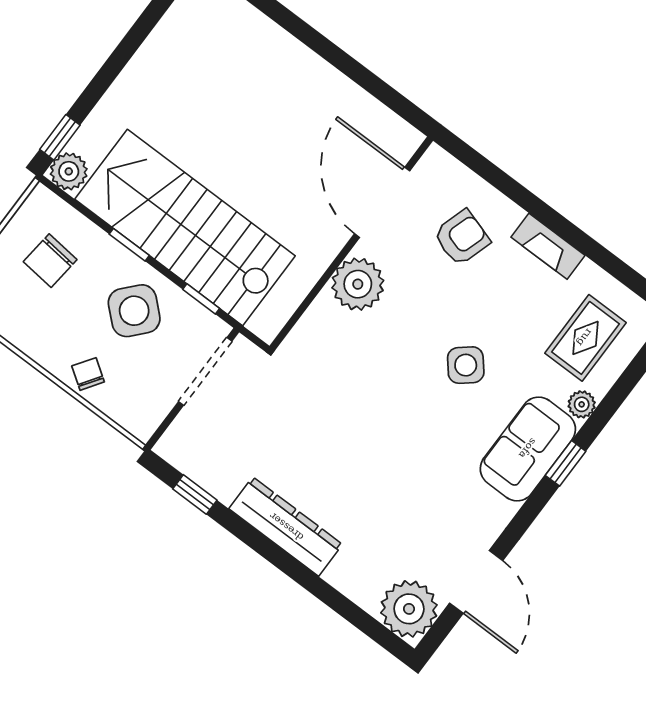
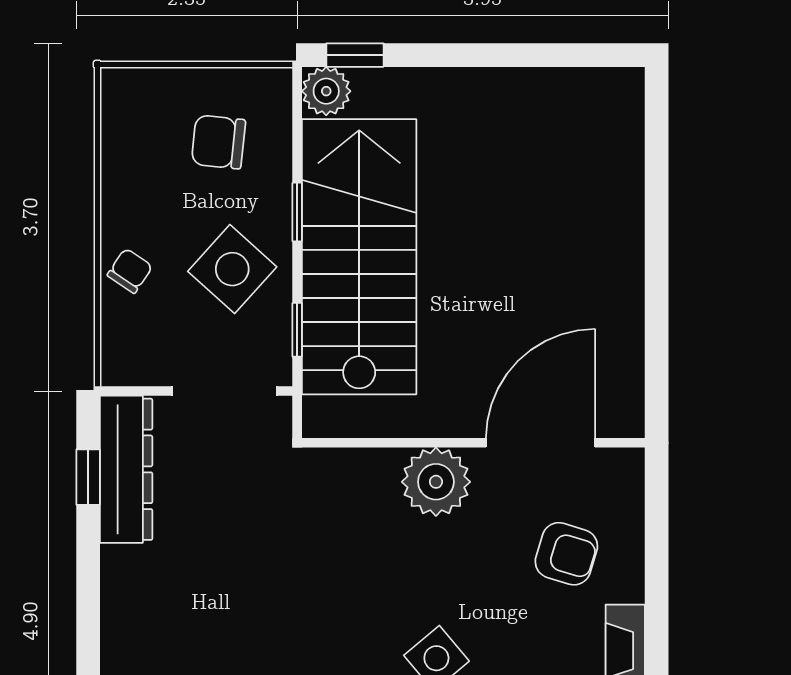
dresser: (286, 527) -> (126, 469), moved

